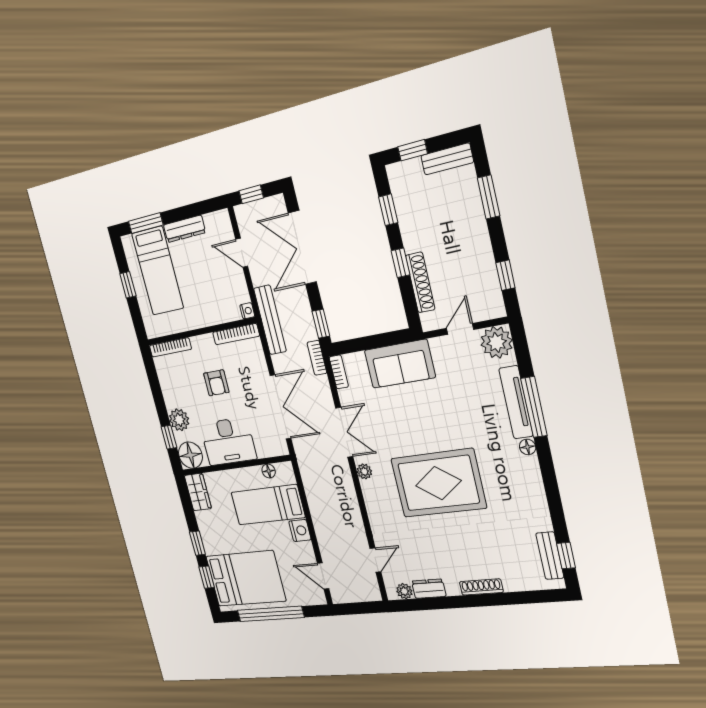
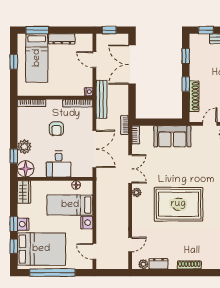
window: (321, 324) -> (132, 107), removed
desk: (228, 441) -> (59, 164), width x0.73
nightstand: (210, 542) -> (23, 224), added

